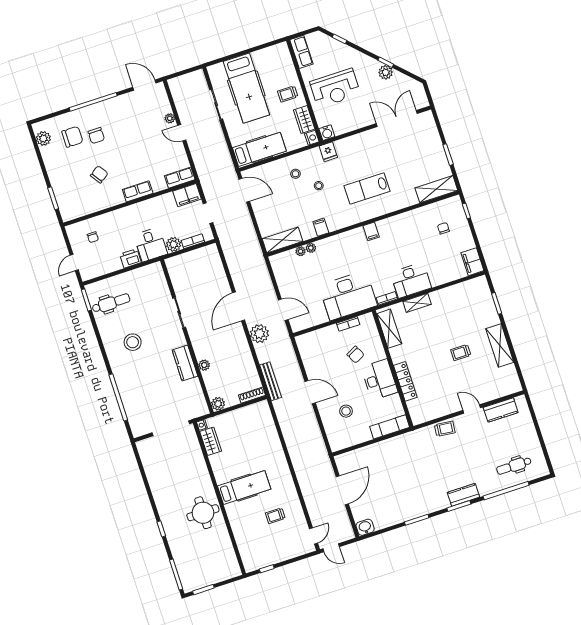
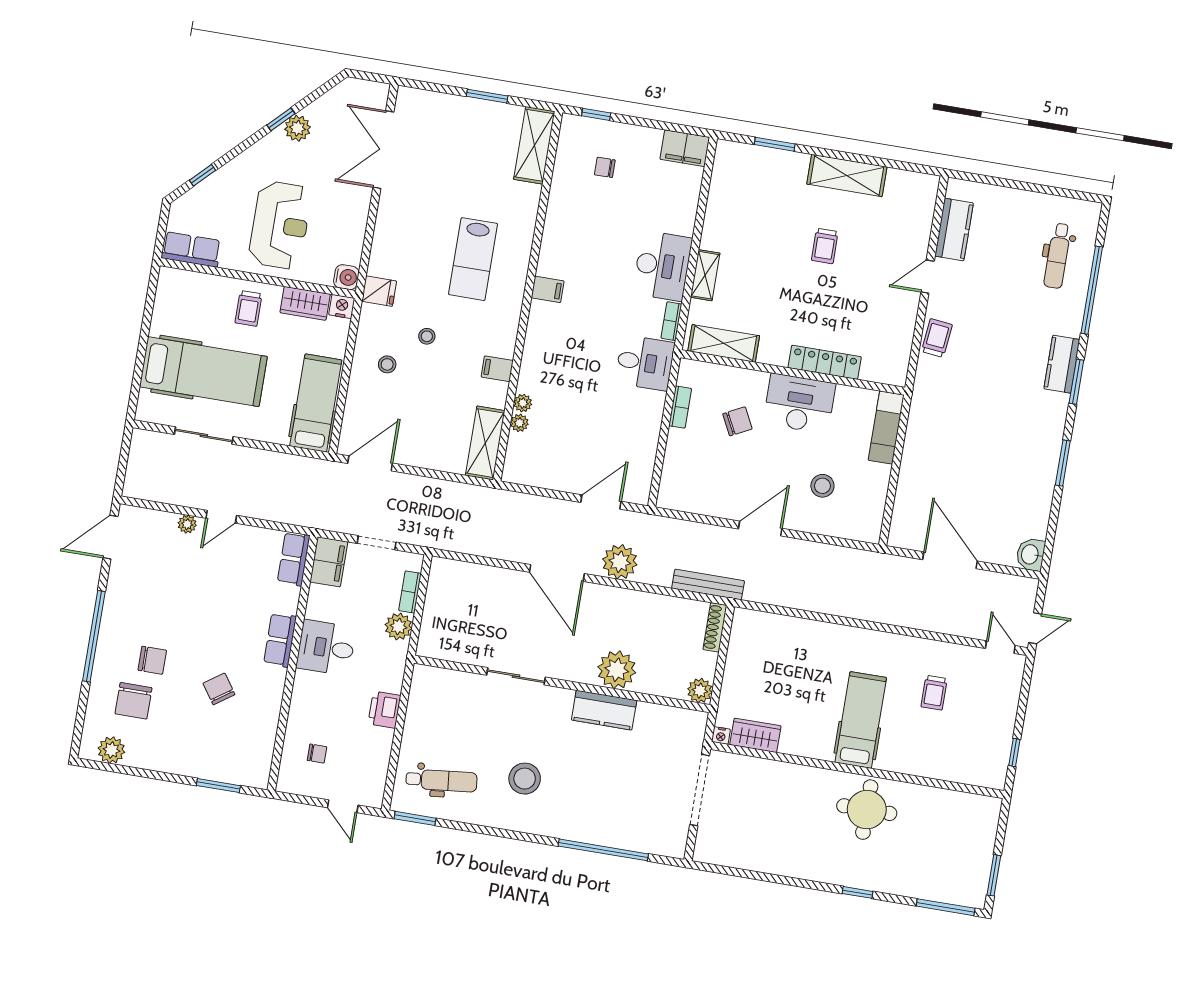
chair: (72, 137) -> (134, 701), turned 180
desk: (151, 244) -> (326, 648), moved, turned 180
desk: (348, 295) -> (645, 363), width x0.53, depth x0.77
dental chair: (111, 303) -> (441, 781), turned 84
plant: (204, 365) -> (617, 670), width x1.87, depth x1.87

